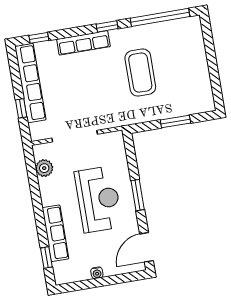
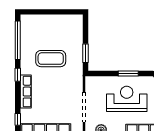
window: (175, 122) -> (86, 53), moved

